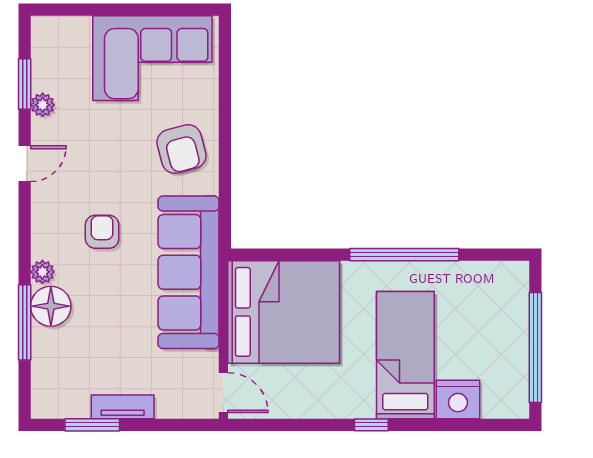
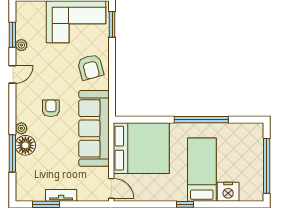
window: (225, 63) -> (112, 24), added

